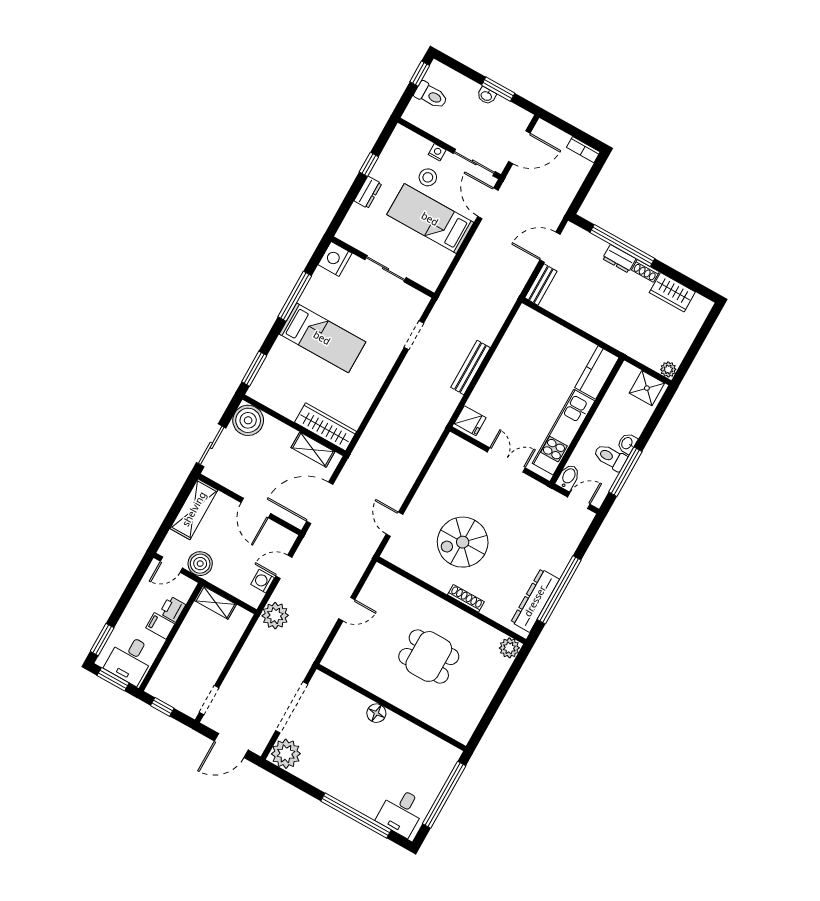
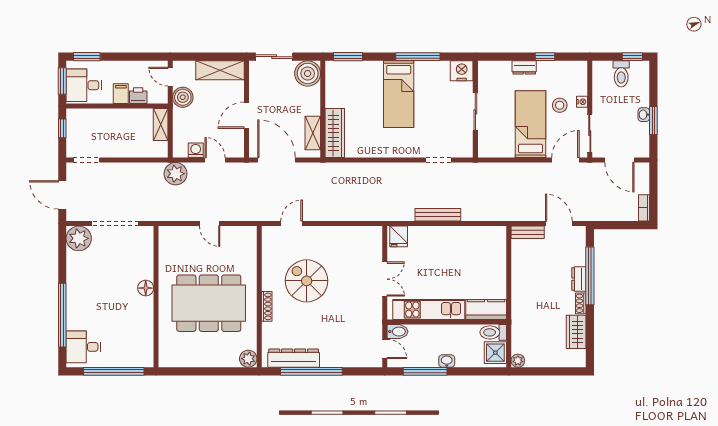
toilet: (610, 457) -> (493, 332), moved, turned -90
dining table: (429, 656) -> (209, 303), width x1.88, depth x1.24

